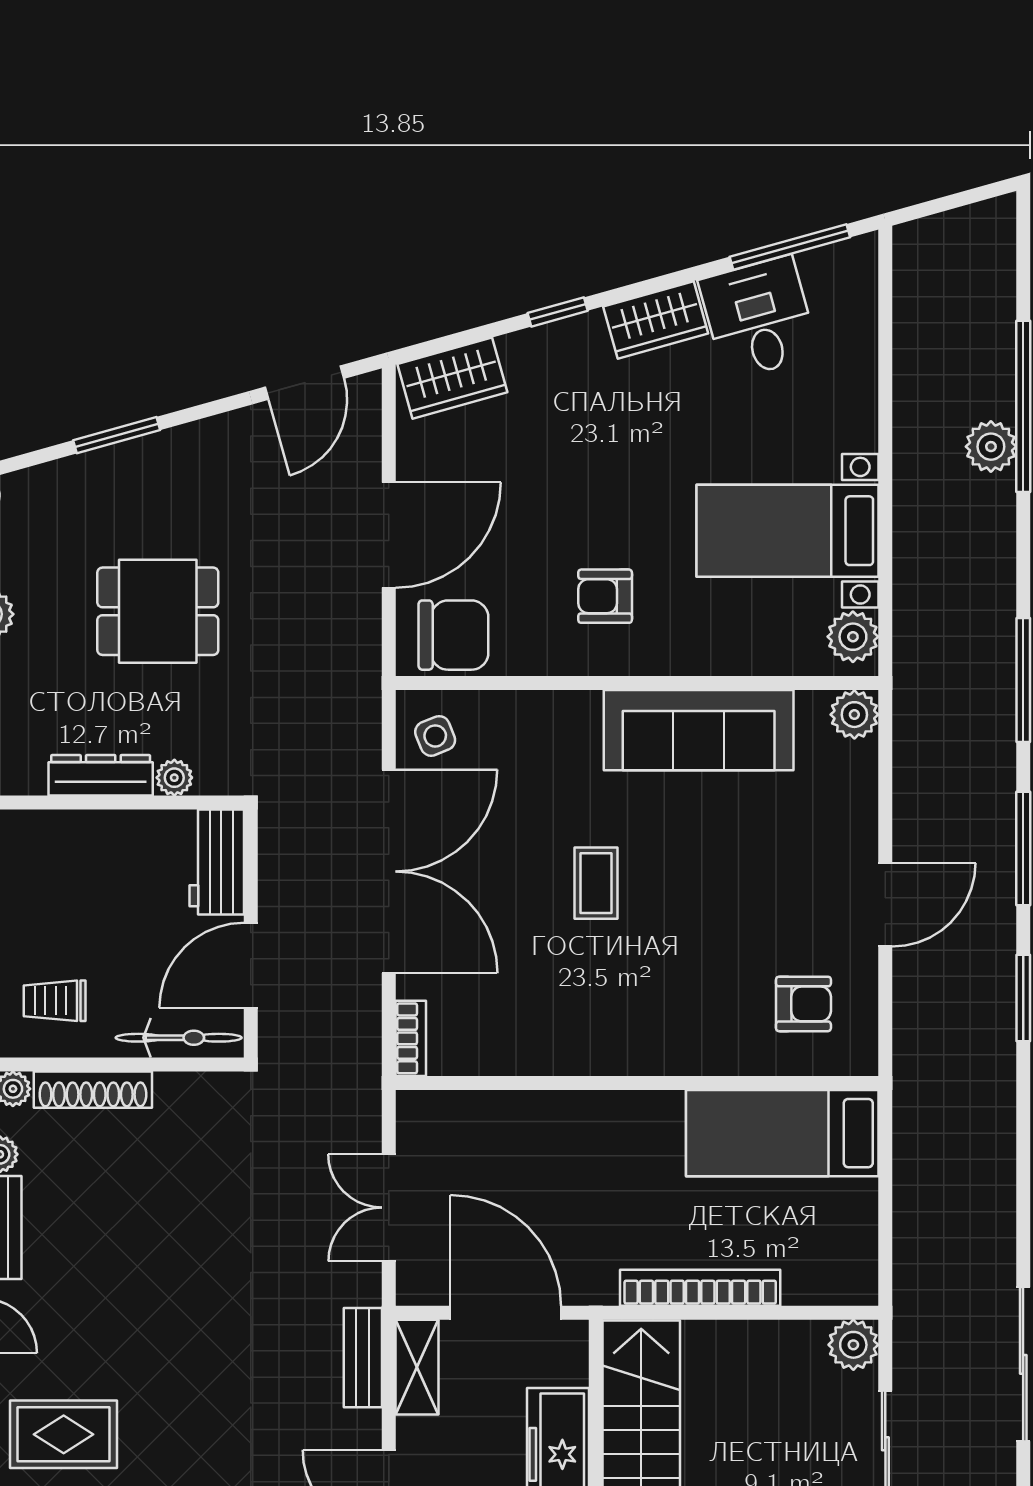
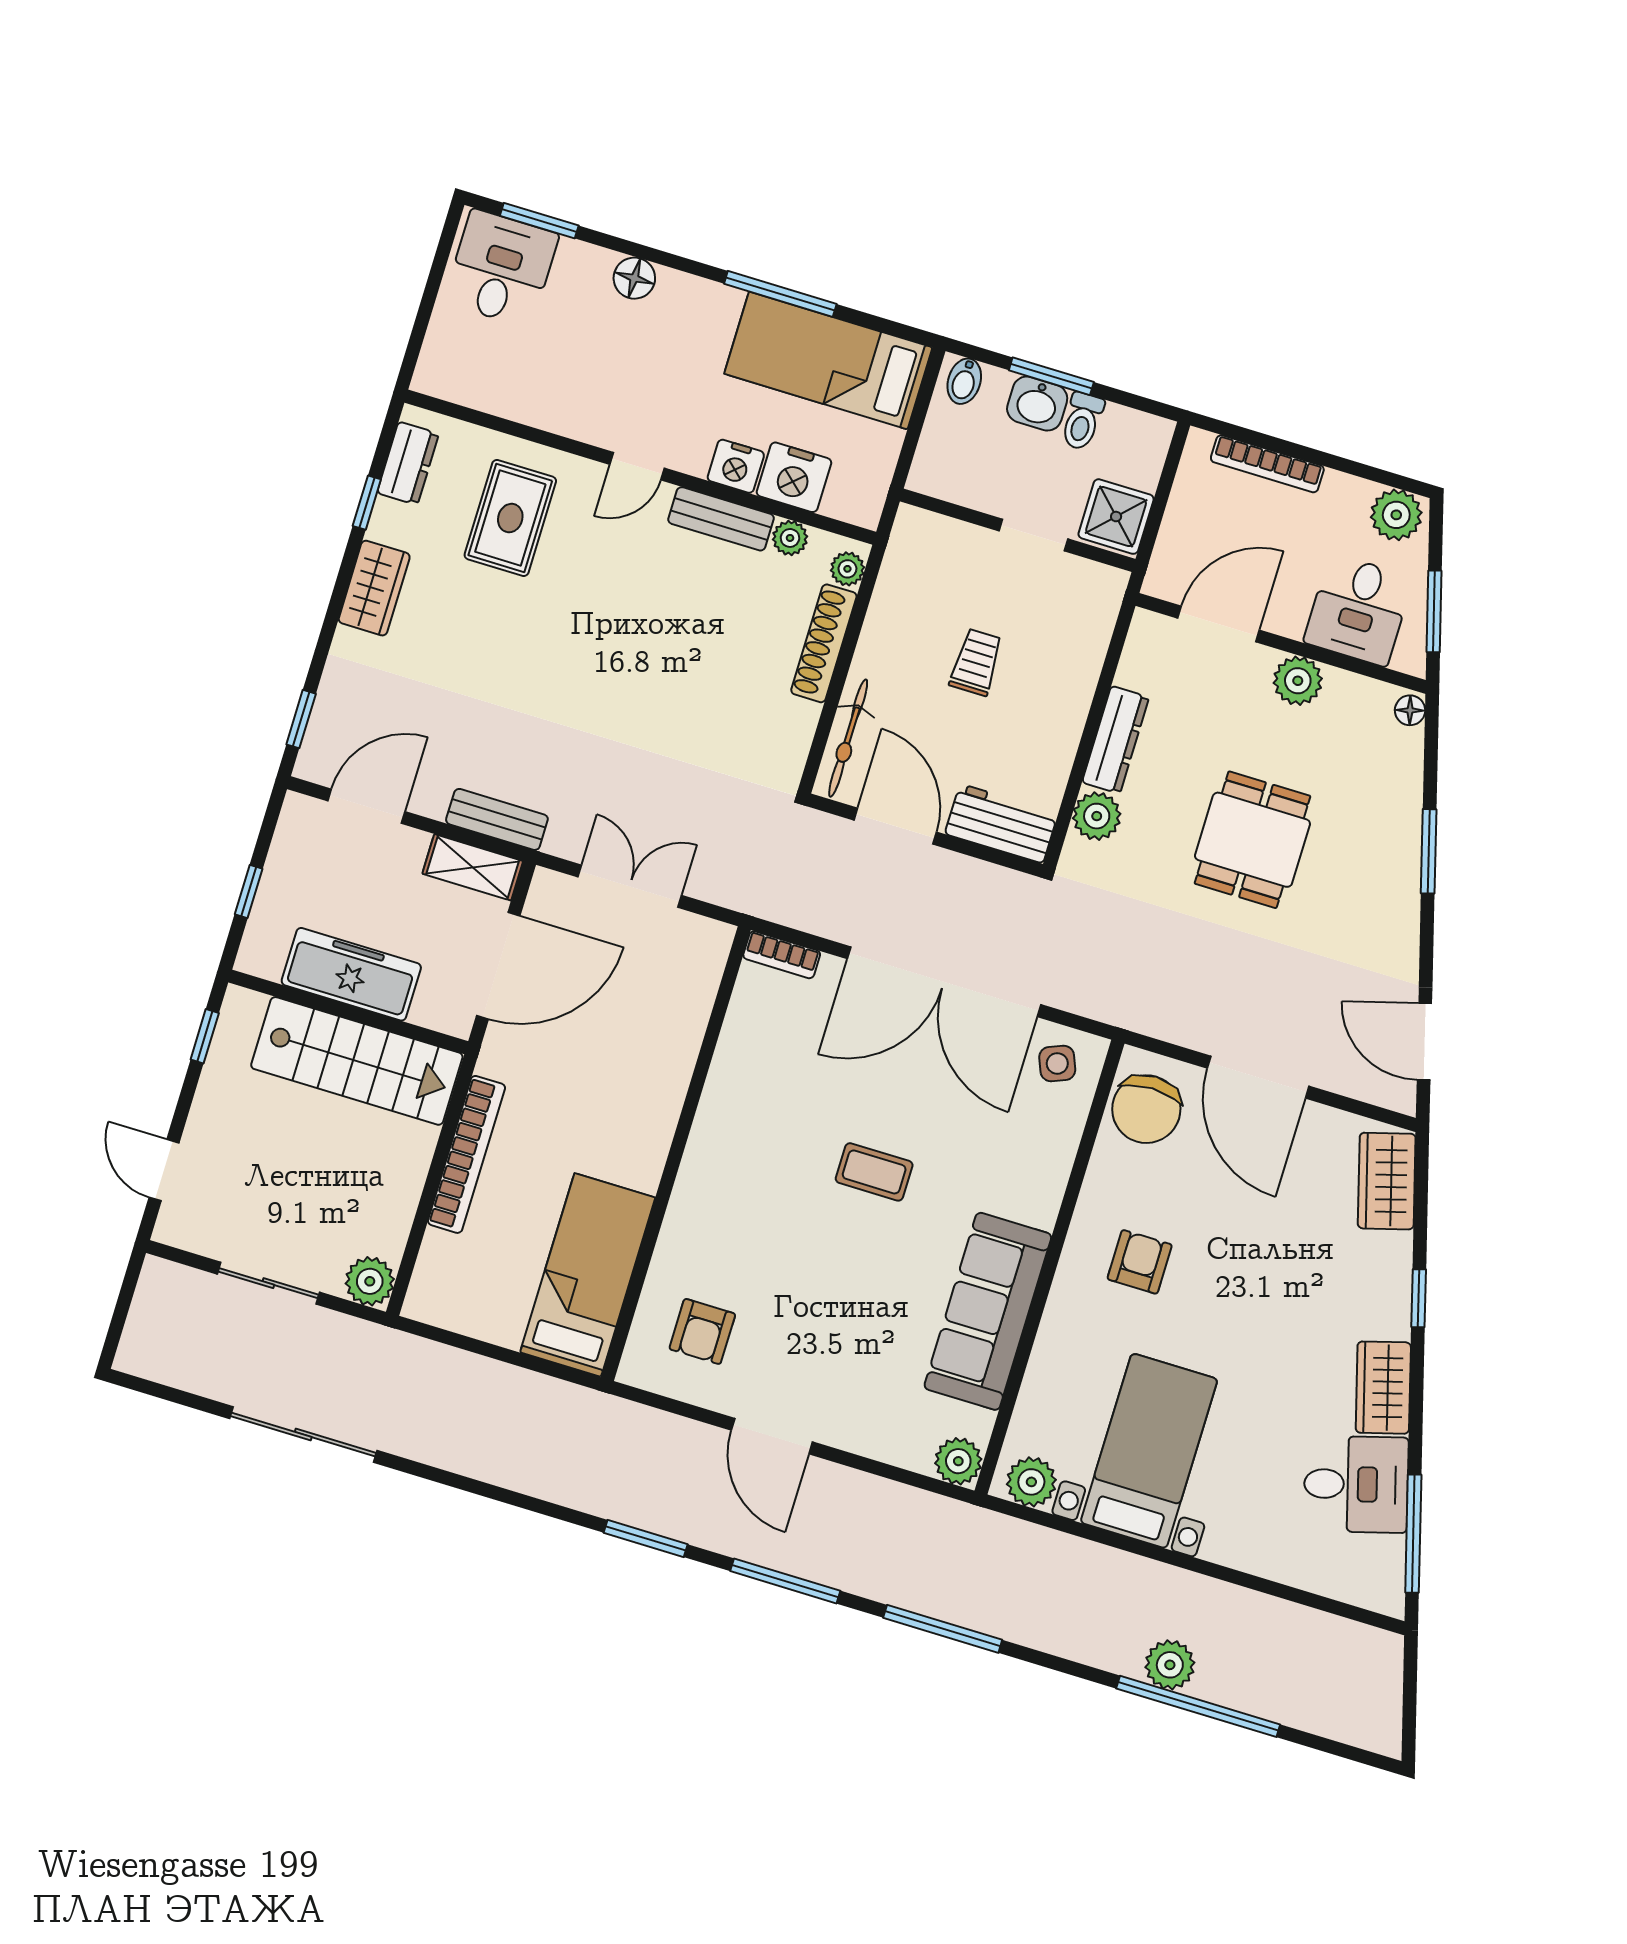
plant: (174, 778) -> (1097, 816), width x1.38, depth x1.38
trolley: (55, 1001) -> (976, 662), moved

